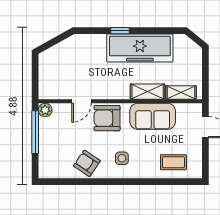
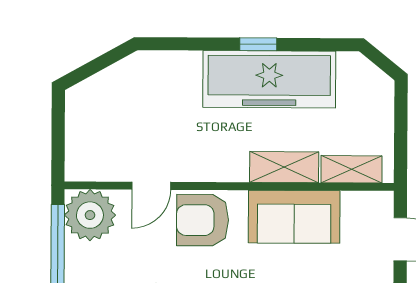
window: (120, 31) -> (258, 44), moved
plant: (45, 110) -> (90, 215), width x1.87, depth x1.87

